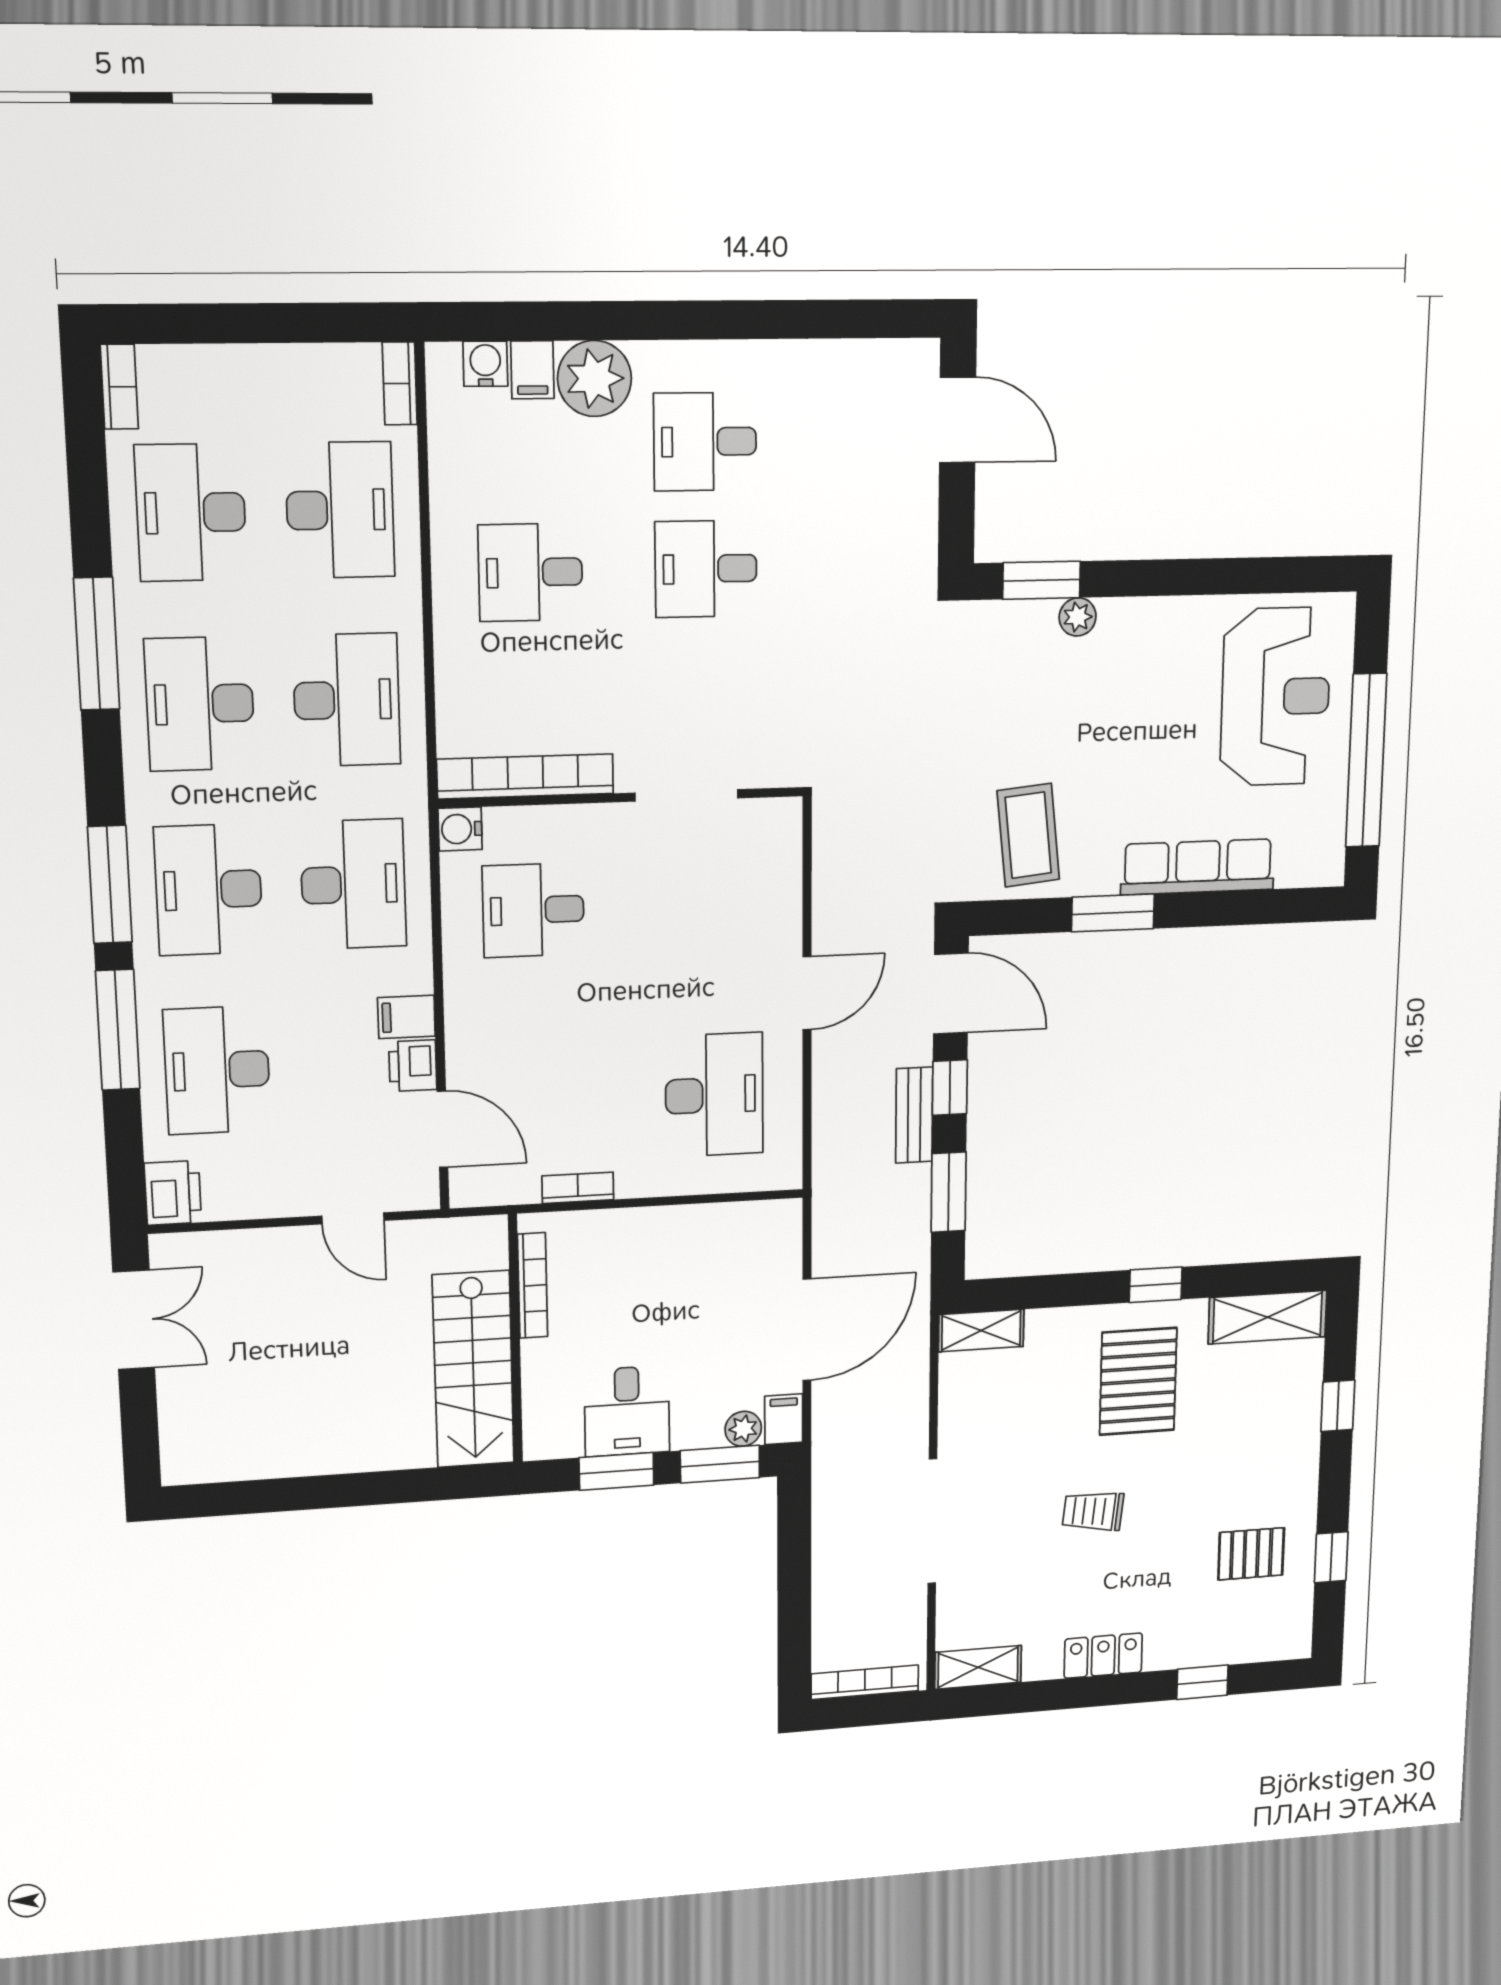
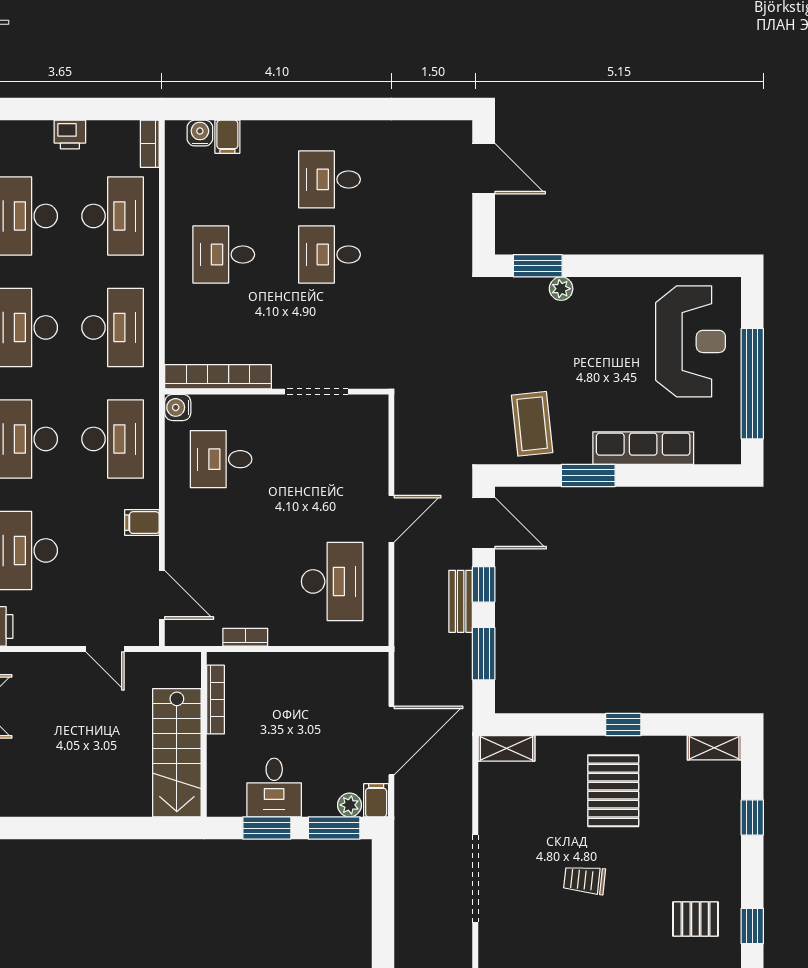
plant: (594, 379) -> (264, 142), removed
printer: (413, 1066) -> (70, 135), moved, turned -90
shelving: (1268, 1317) -> (714, 748), width x0.67, depth x0.75

